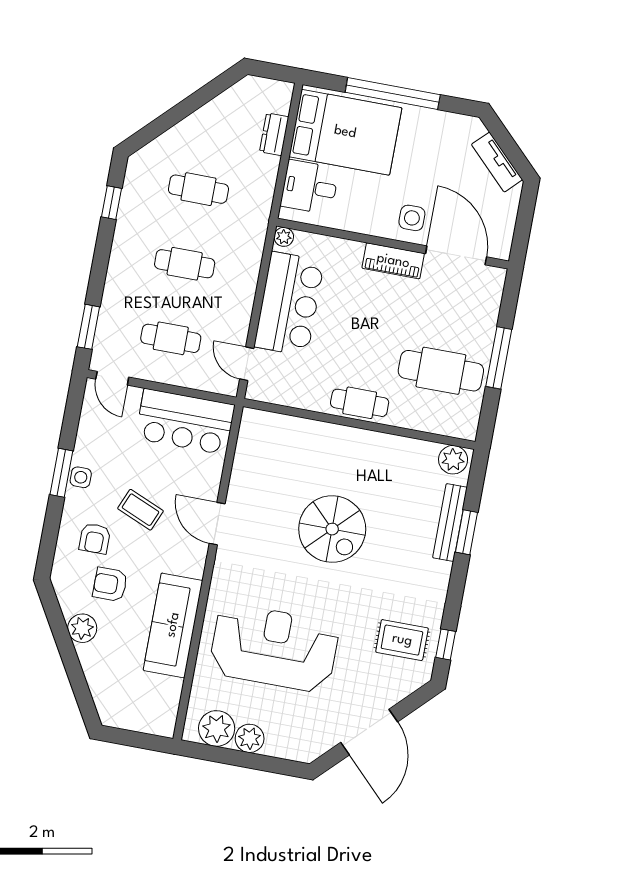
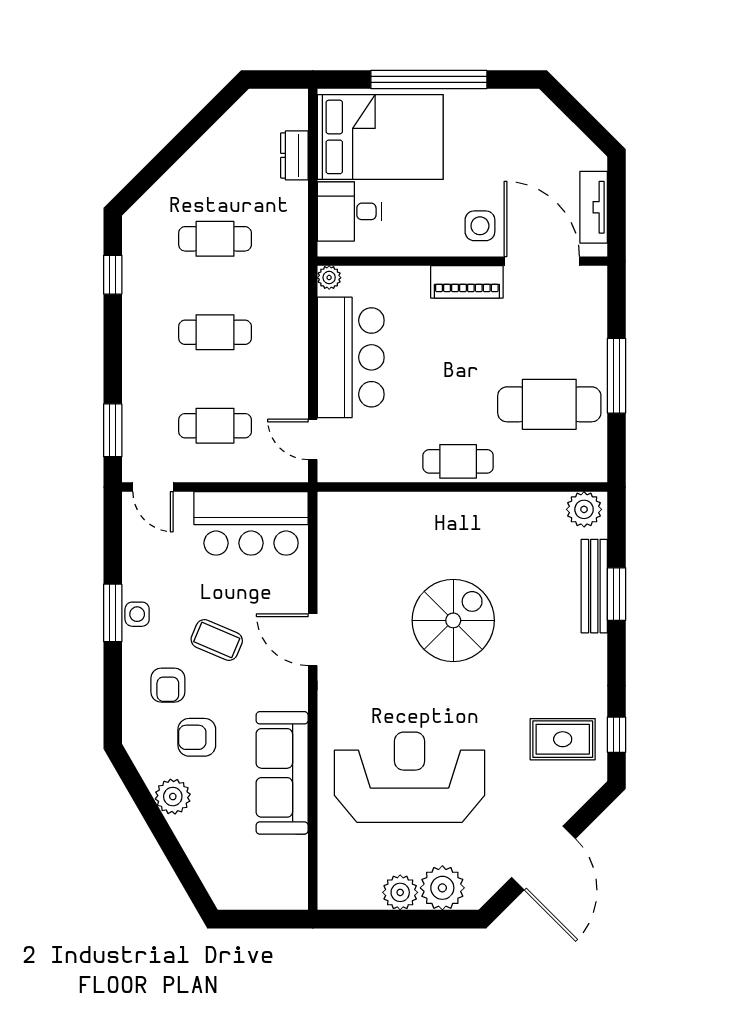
tv unit: (497, 162) -> (594, 207), moved, turned 45
spiral stairs: (332, 529) -> (453, 620), turned -90
plant: (217, 728) -> (442, 888), moved

